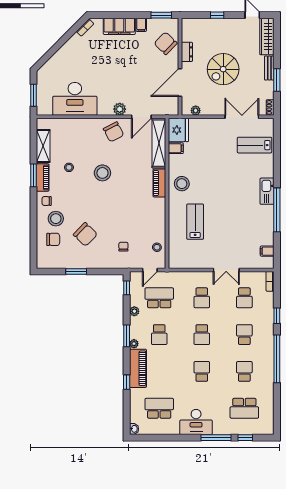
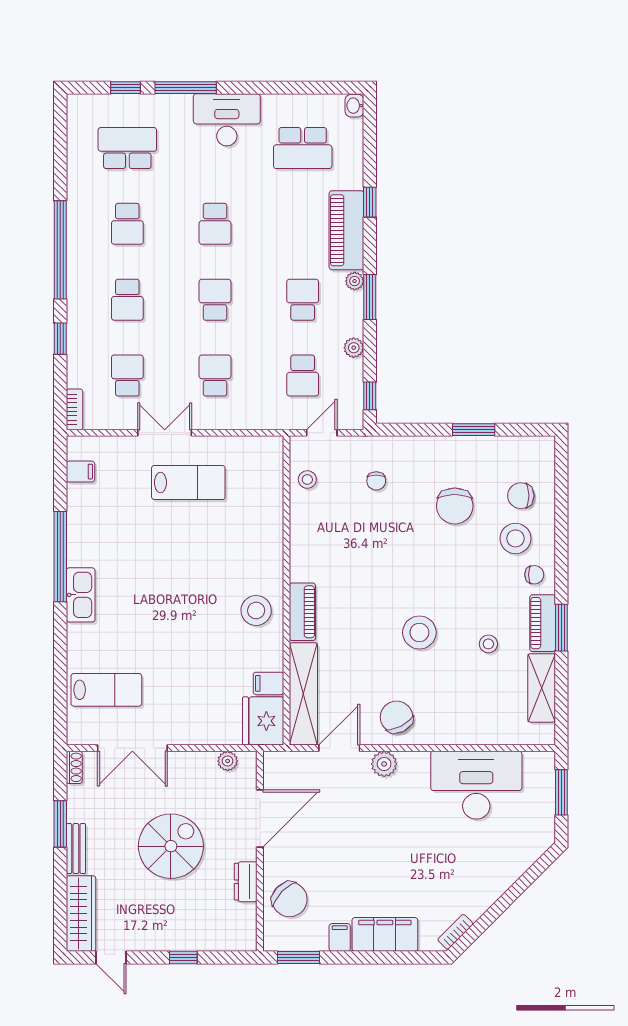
lab bench: (195, 222) -> (188, 483), moved, turned -90
chair: (85, 234) -> (455, 506), turned -134
school desk: (159, 298) -> (303, 376), width x0.54

